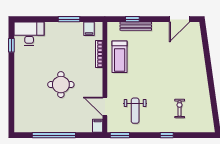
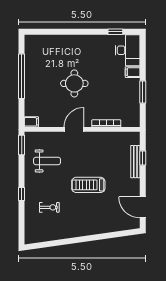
filing cabinet: (89, 29) -> (133, 72), moved
treadmill: (120, 57) -> (88, 185), moved
door: (105, 106) -> (74, 129), moved
weight bench: (135, 111) -> (47, 161), turned 180

